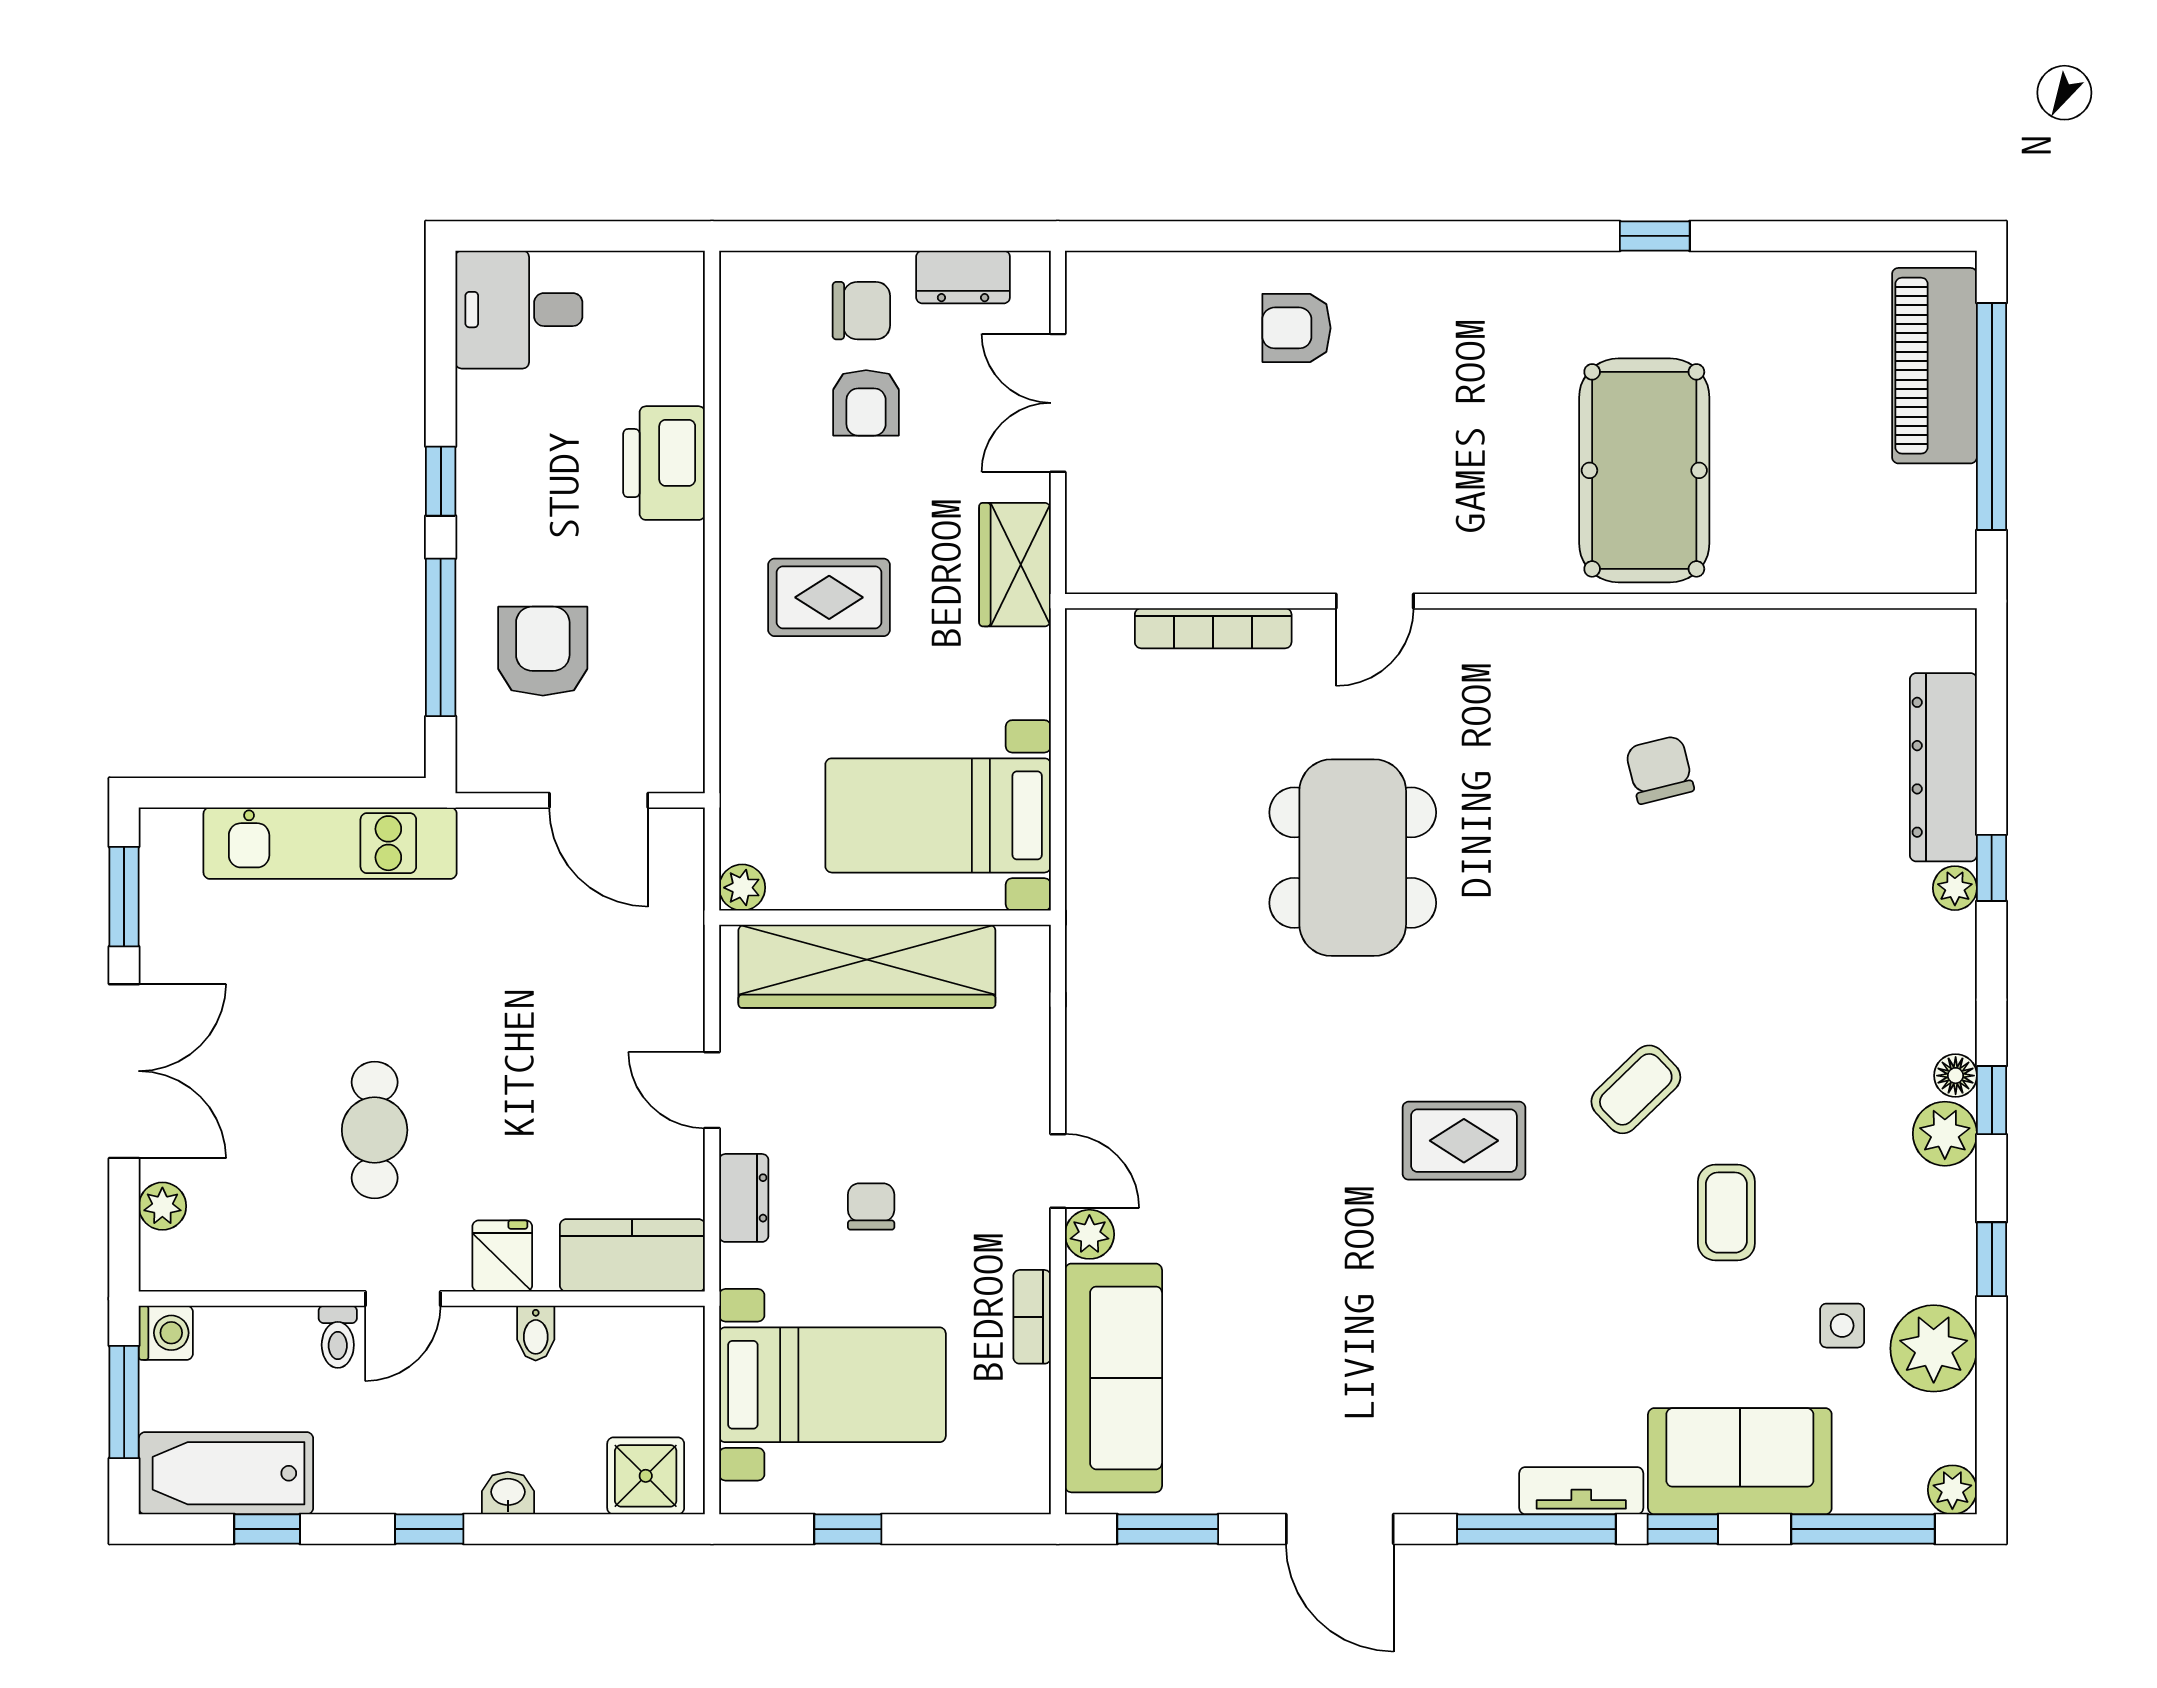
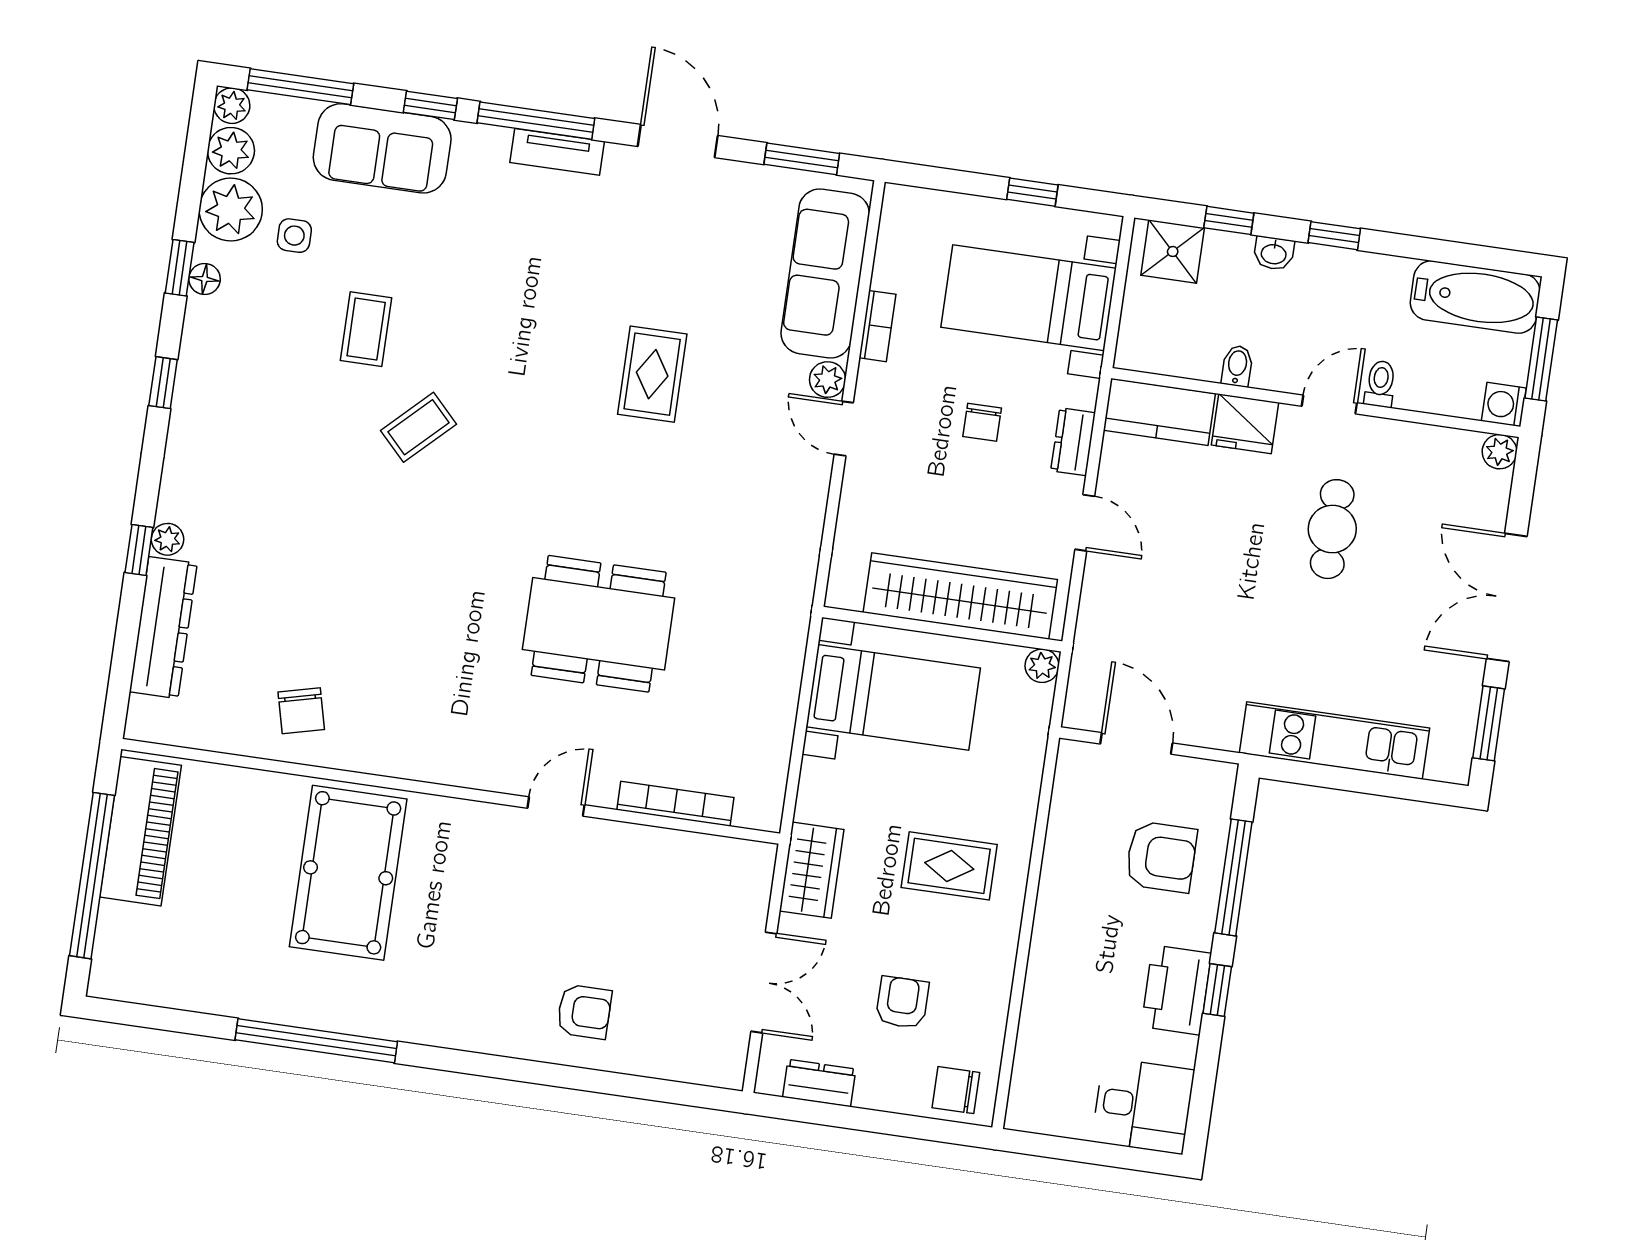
window: (1655, 236) -> (316, 1041), width x3.17
chair: (861, 311) -> (956, 1090), moved
piano: (1934, 366) -> (140, 831), moved
printer: (664, 463) -> (1176, 990), moved, turned 180
armchair: (543, 651) -> (1161, 857), turned -90
chair: (1660, 770) -> (301, 711), moved
dining table: (1353, 858) -> (599, 624), turned 90
floor lamp: (1956, 1076) -> (205, 279), moved
plant: (1945, 1134) -> (231, 151), moved
rug: (1464, 1141) -> (652, 374), moved, turned 90
plant: (162, 1206) -> (1500, 452), moved
fridge: (502, 1256) -> (1245, 424), width x1.38
tv unit: (1581, 1491) -> (557, 152), moved
window: (267, 1529) -> (1229, 220), moved

